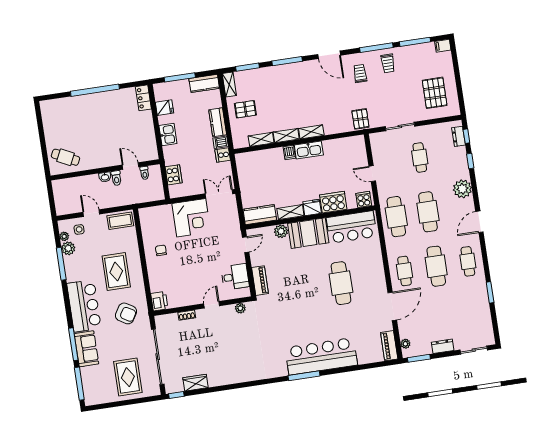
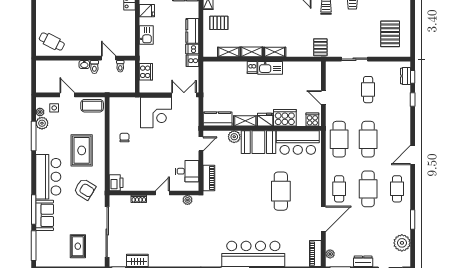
plant: (462, 189) -> (402, 243), moved
rug: (128, 377) -> (78, 246), width x0.73, depth x0.70

